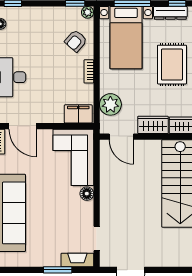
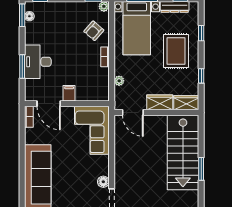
plant: (110, 104) -> (119, 81), width x0.53, depth x0.53
filing cabinet: (78, 114) -> (69, 93), moved, width x0.50
floor lamp: (87, 194) -> (103, 182), moved

